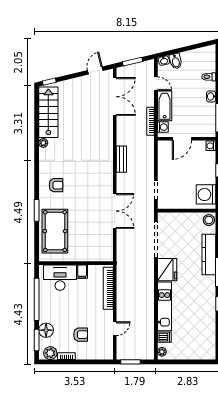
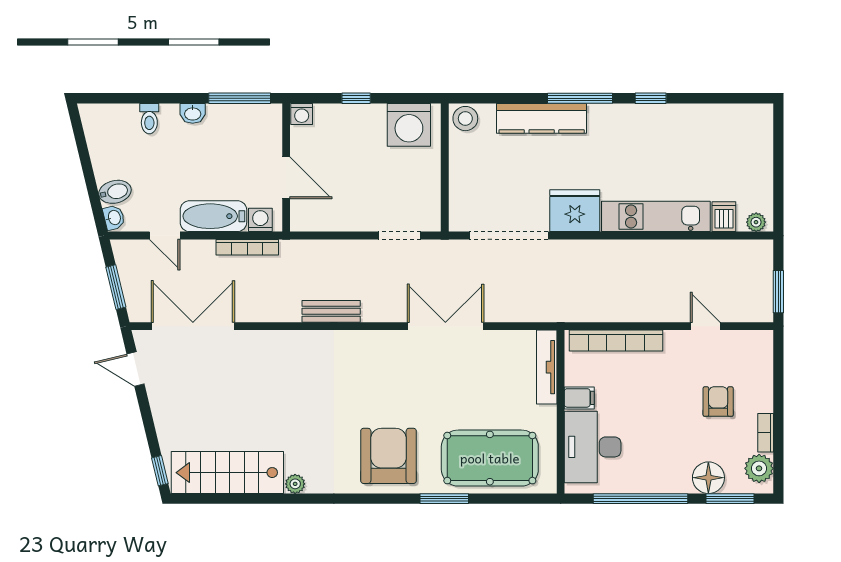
door: (156, 84) -> (165, 236), swing flipped
armchair: (56, 185) -> (388, 456), width x1.88, depth x1.88
tv unit: (96, 257) -> (547, 367), added

